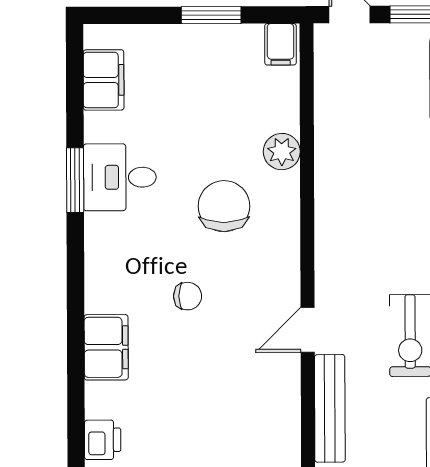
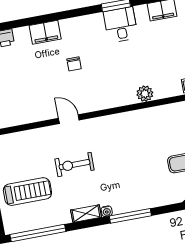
chair: (224, 206) -> (116, 73), removed
bench: (330, 408) -> (36, 135), removed

